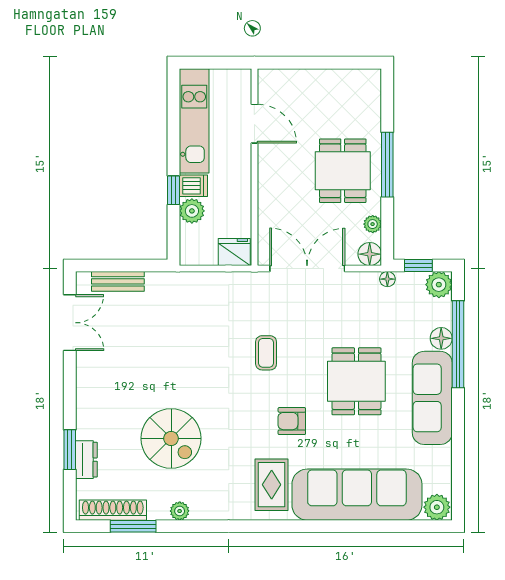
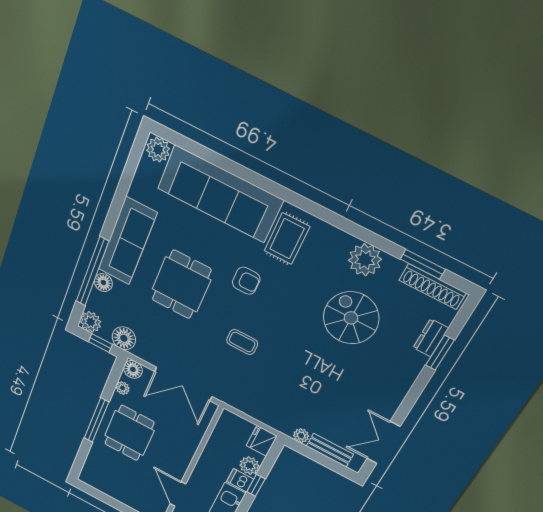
fridge: (234, 252) -> (262, 441), moved, turned 90
floor lamp: (387, 279) -> (124, 338), width x1.89, depth x1.89
plant: (155, 281) -> (301, 436), added
coffee table: (266, 353) -> (242, 342), turned 90
plant: (180, 511) -> (365, 260), width x1.87, depth x1.87

